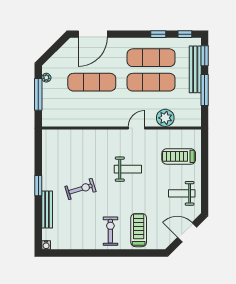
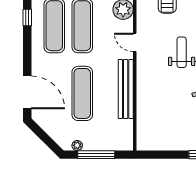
bench: (96, 120) -> (126, 89), added

